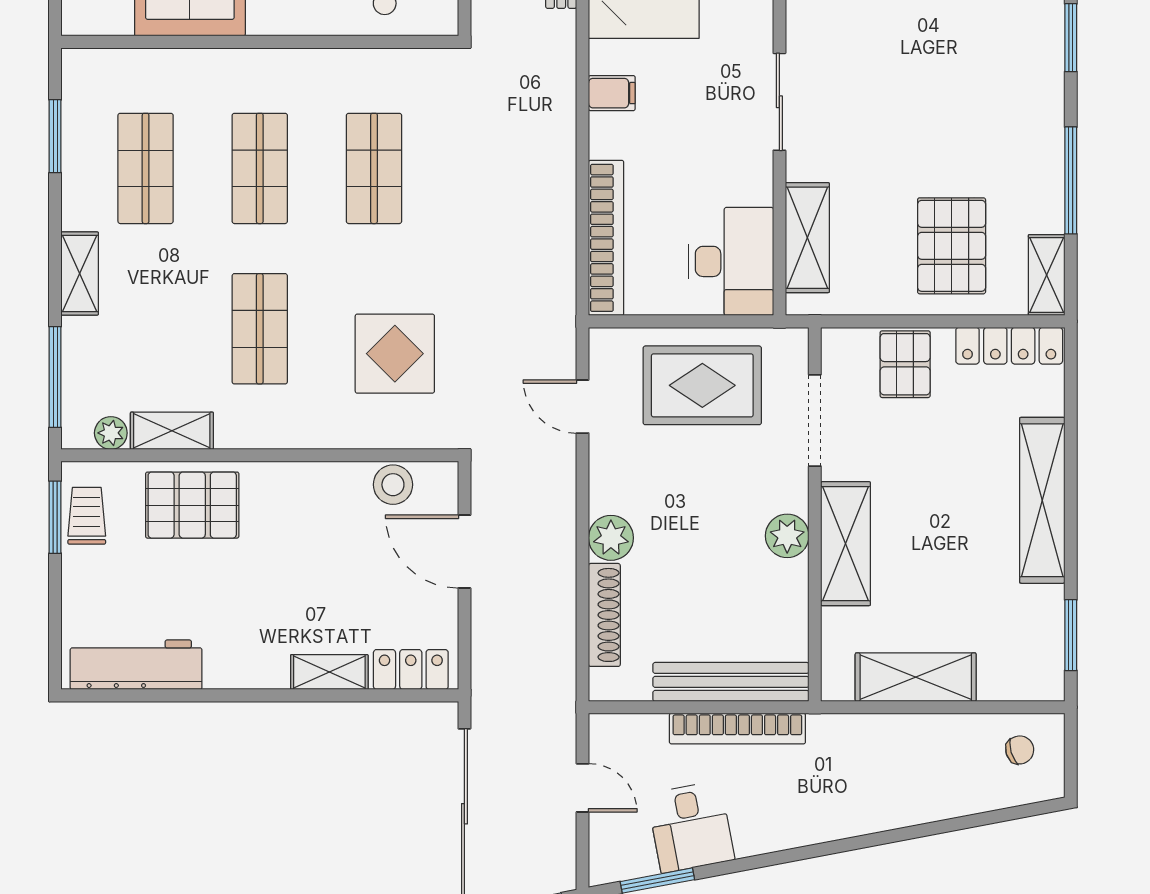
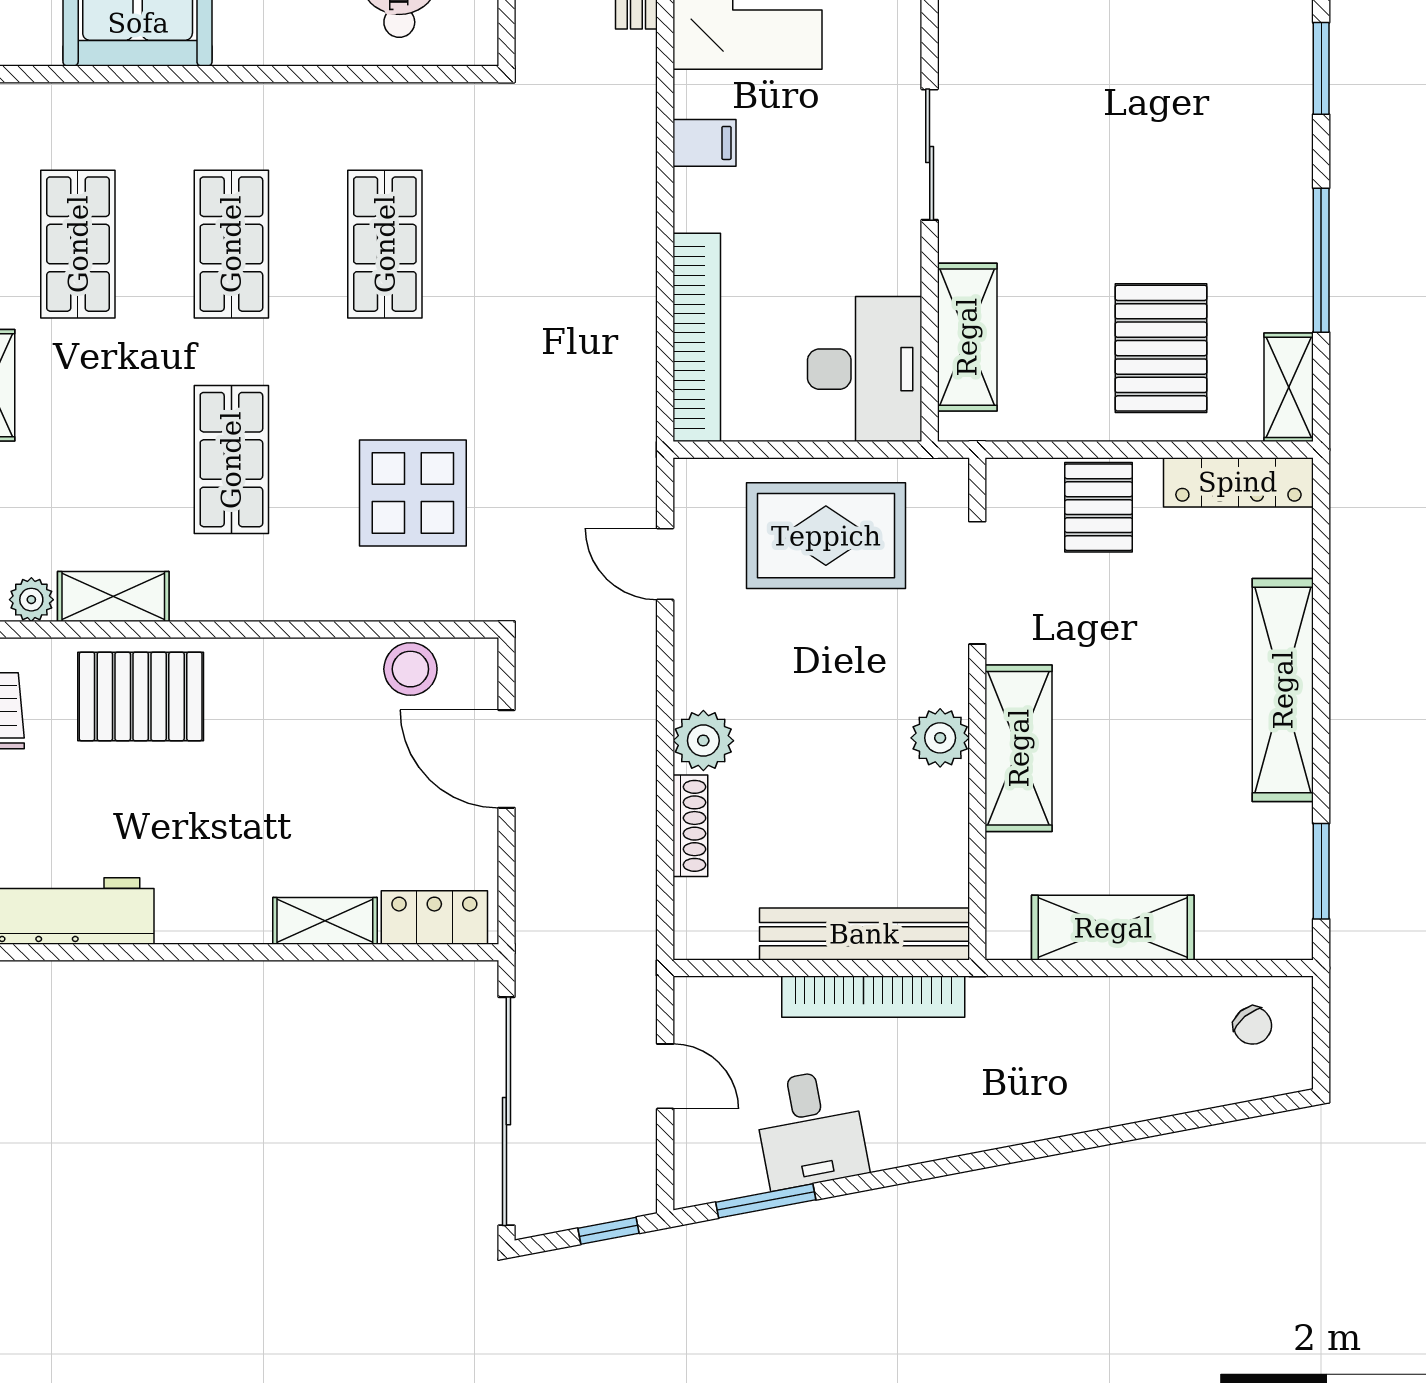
shoe rack: (604, 615) -> (690, 826), width x0.74, depth x0.81
chair: (1020, 750) -> (1253, 1025), turned 67

